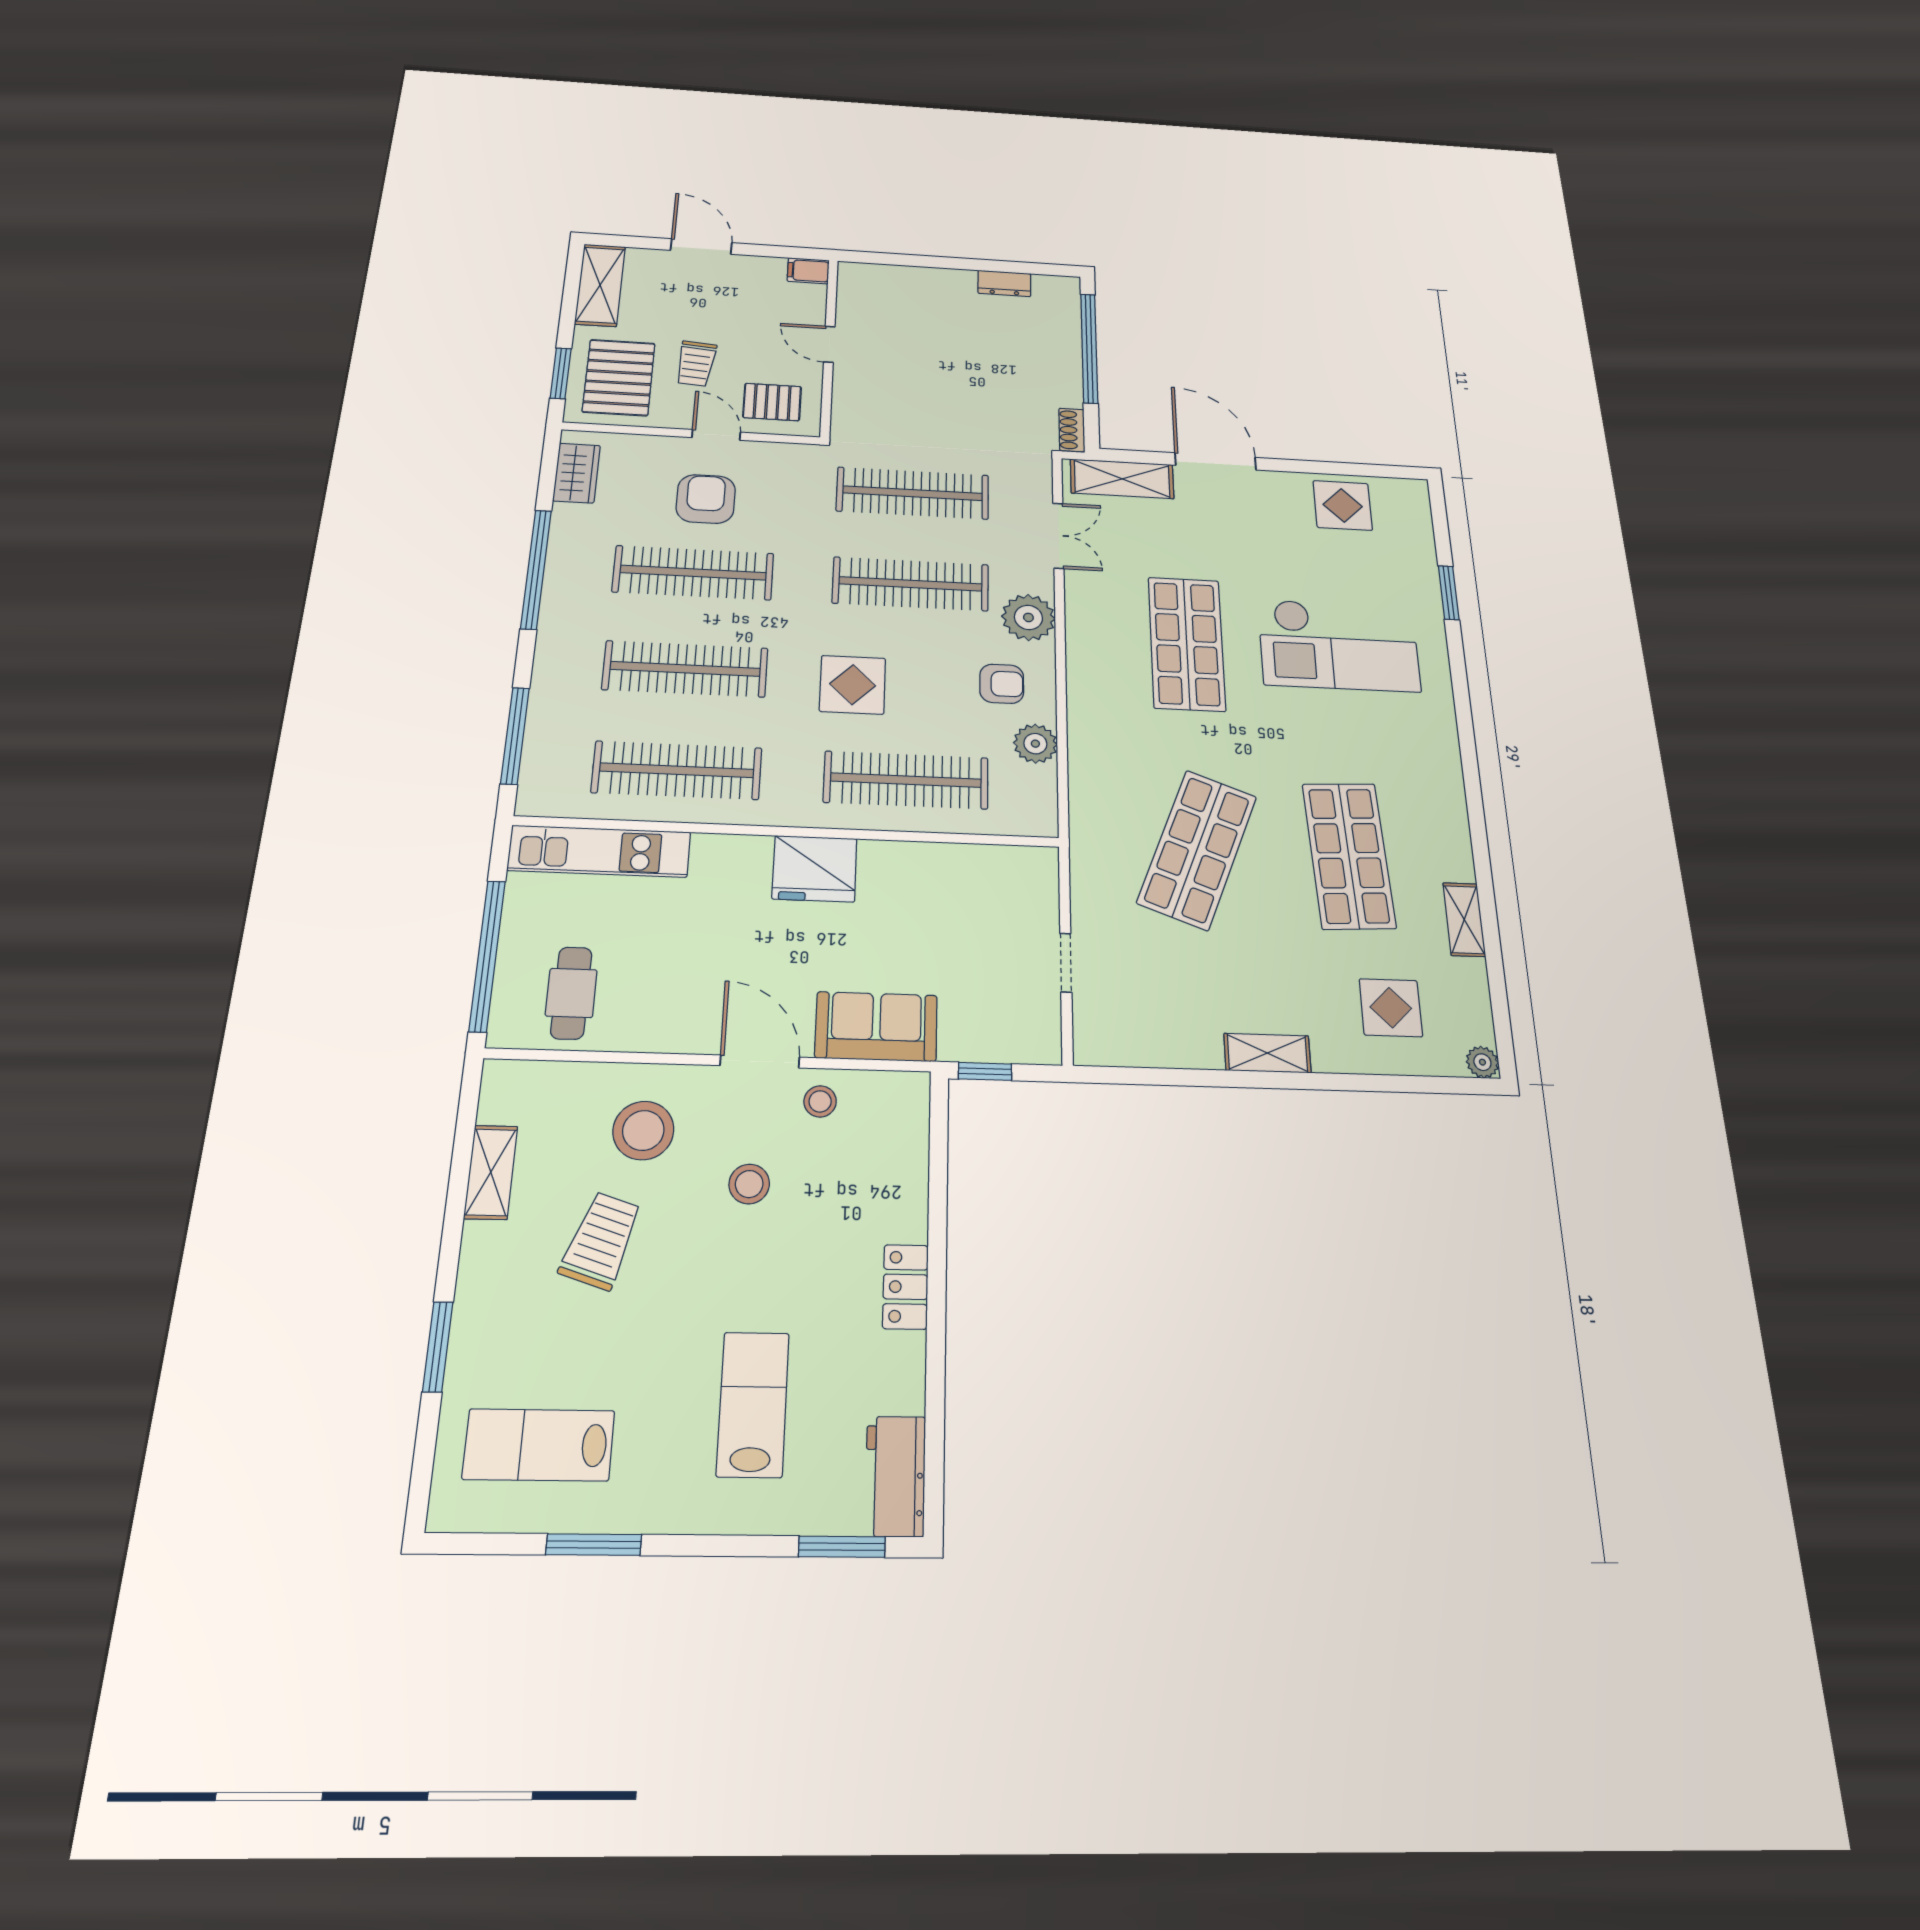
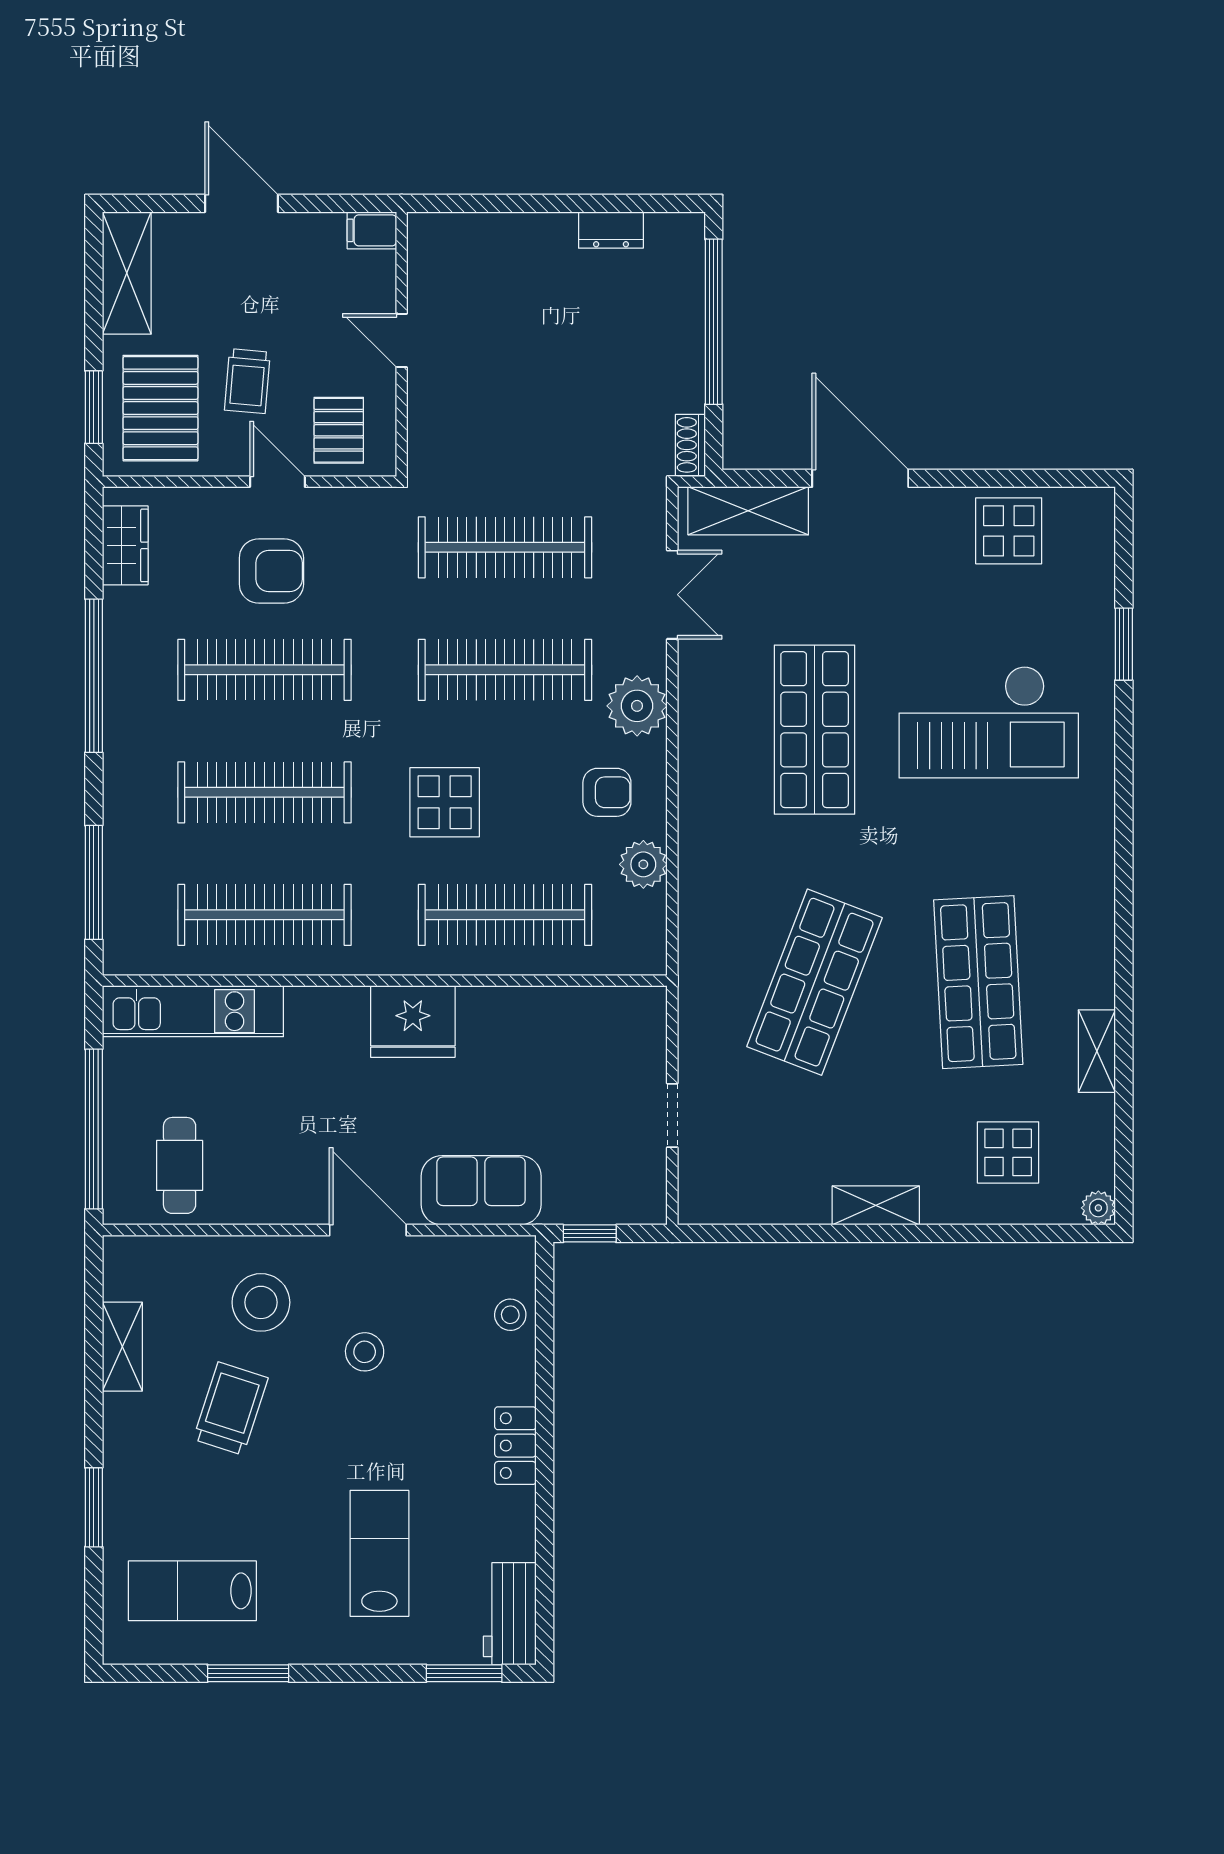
pallet: (772, 402) -> (339, 430), turned 90
armchair: (706, 499) -> (271, 571), turned 90
stool: (820, 1101) -> (510, 1315), moved

